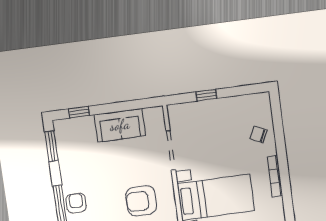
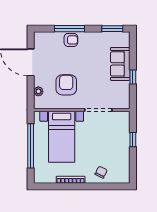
window: (79, 112) -> (133, 77), moved
sofa: (120, 125) -> (120, 64), moved

